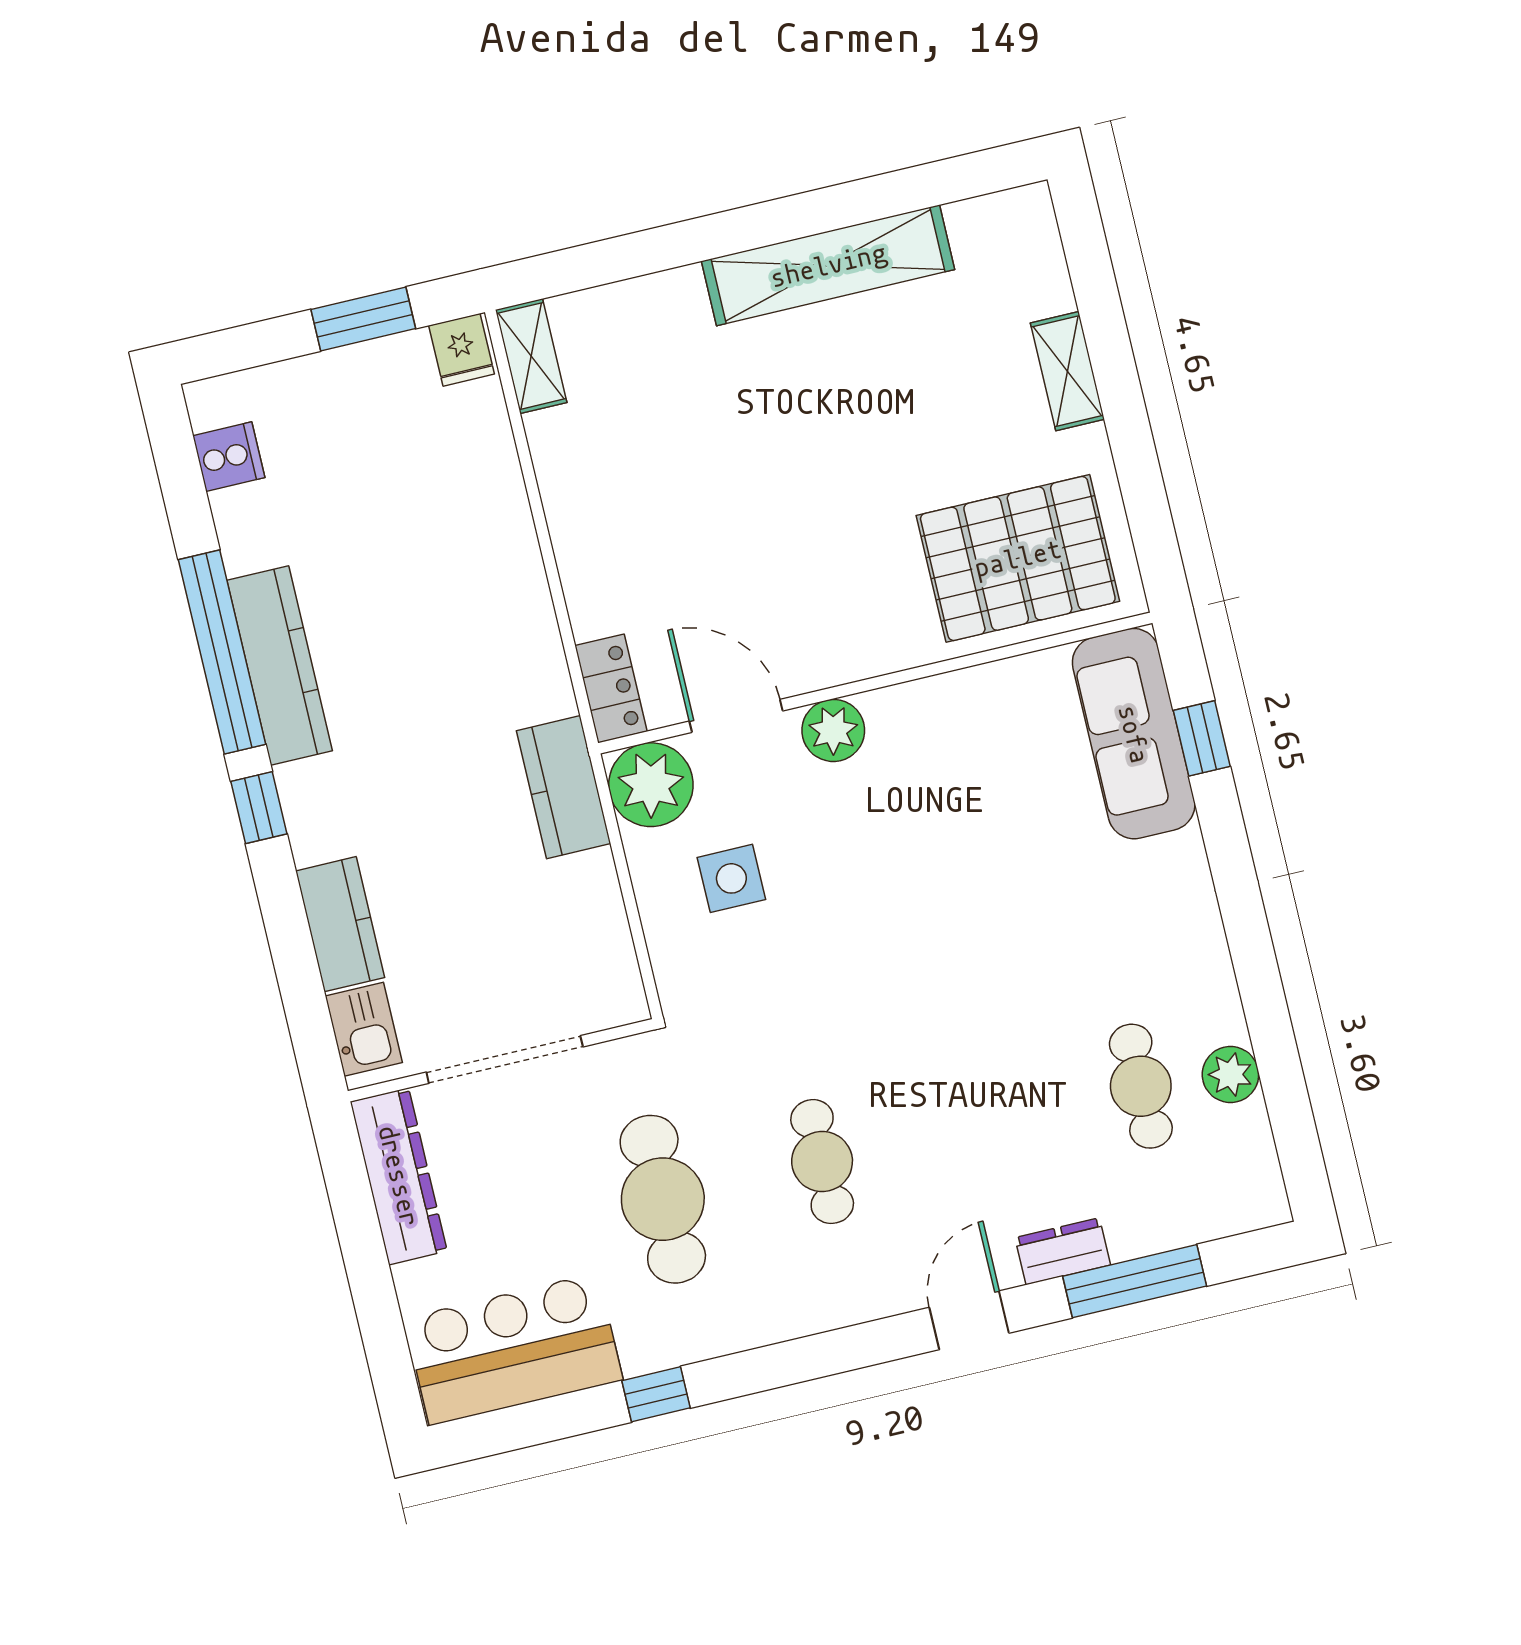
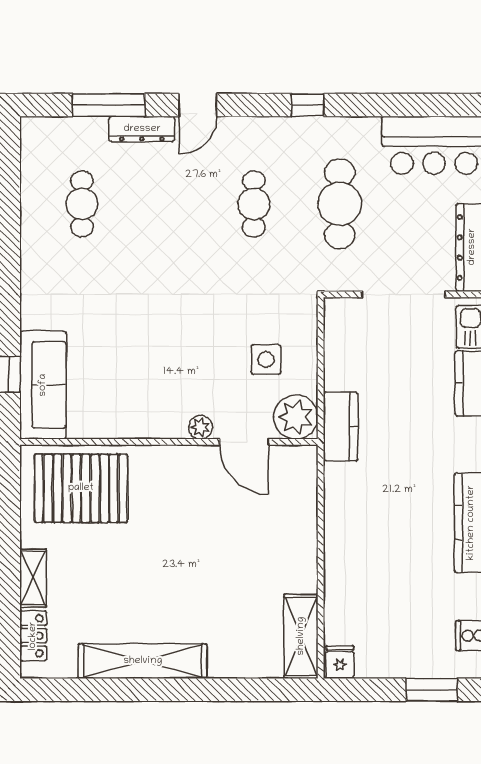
window: (363, 319) -> (432, 690), moved
shelving: (531, 356) -> (301, 636), width x1.50, depth x1.33
locker: (611, 688) -> (33, 636), moved, turned 180
plant: (833, 730) -> (201, 427), width x0.73, depth x0.73
plant: (1230, 1074) -> (35, 199), removed
dresser: (1063, 1251) -> (142, 129), width x1.44
window: (656, 1394) -> (308, 105), moved

